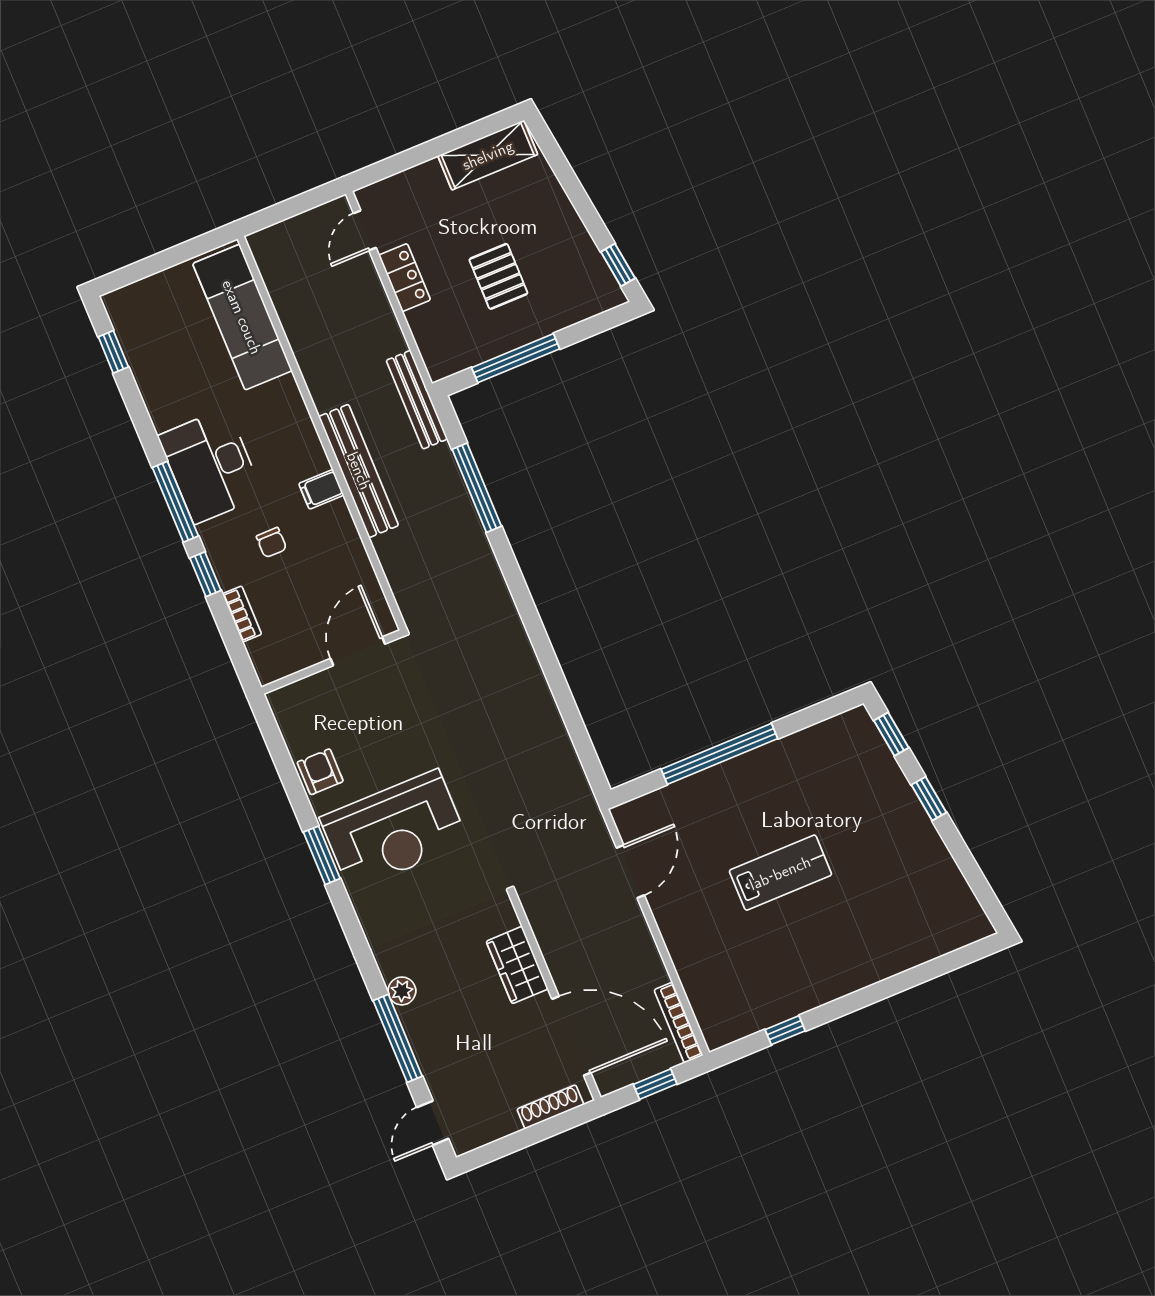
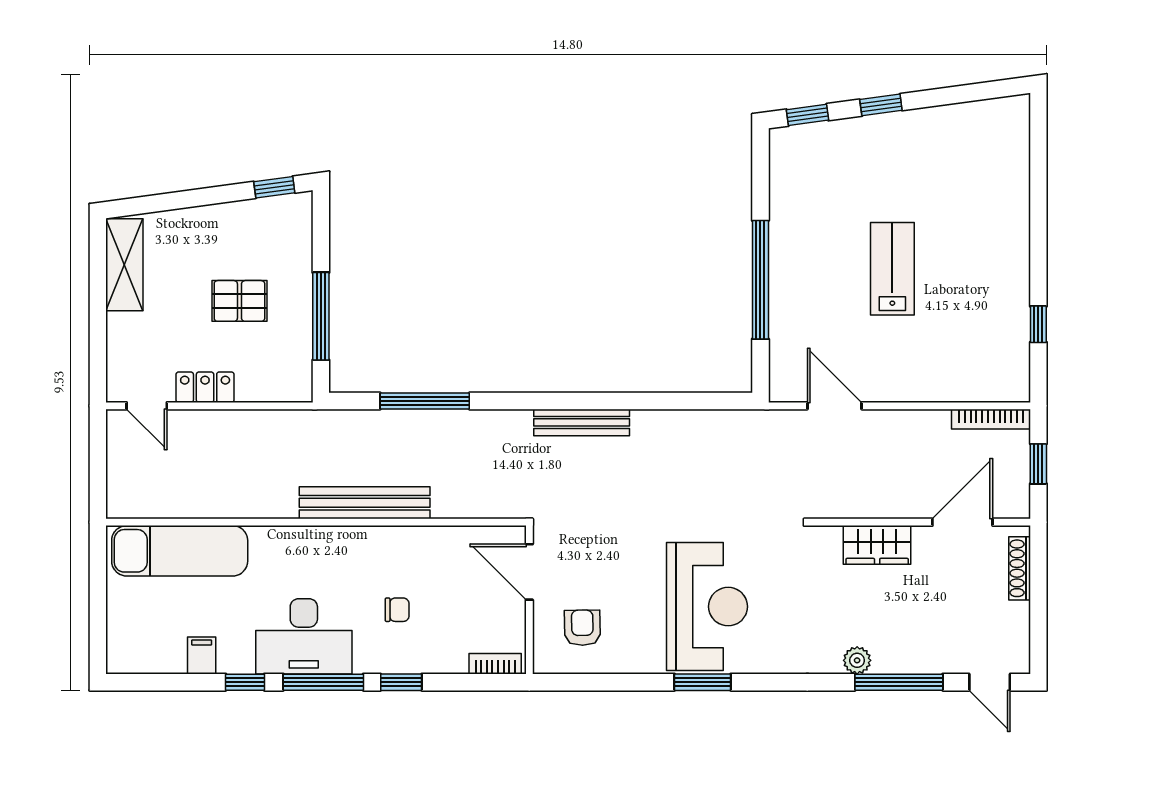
window: (113, 352) -> (245, 682), moved
bench: (417, 400) -> (582, 422), moved
filing cabinet: (321, 489) -> (202, 656), moved, turned 180
bookcase: (242, 614) -> (495, 664), moved
armchair: (320, 772) -> (582, 628), moved, turned 89
door: (571, 1036) -> (962, 522), width x0.73

